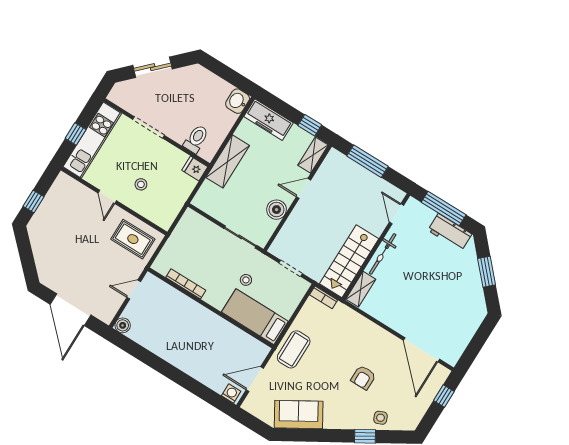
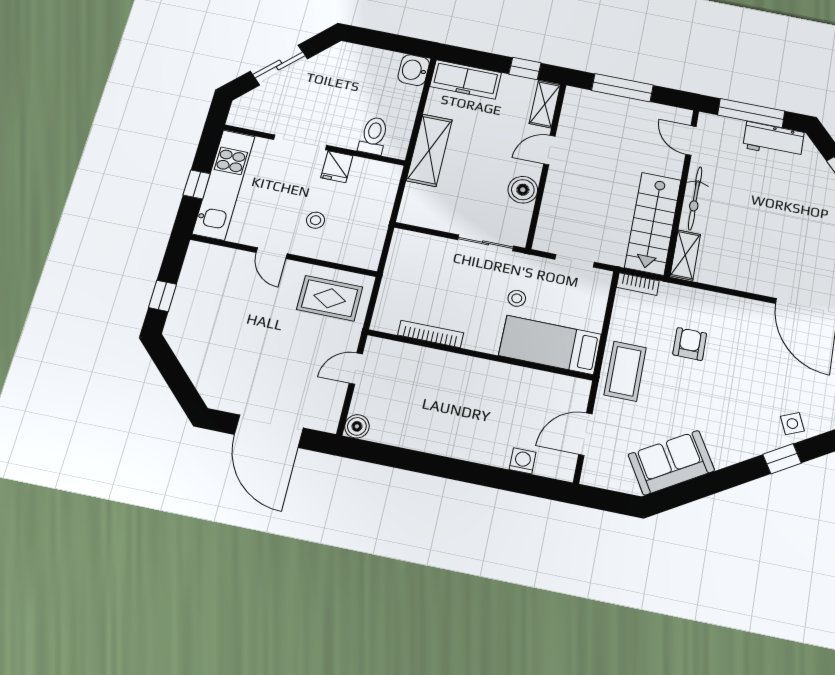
fridge: (195, 169) -> (337, 167), moved, turned -90
armchair: (363, 377) -> (690, 344), moved, turned 180
washing machine: (231, 394) -> (523, 461), moved

